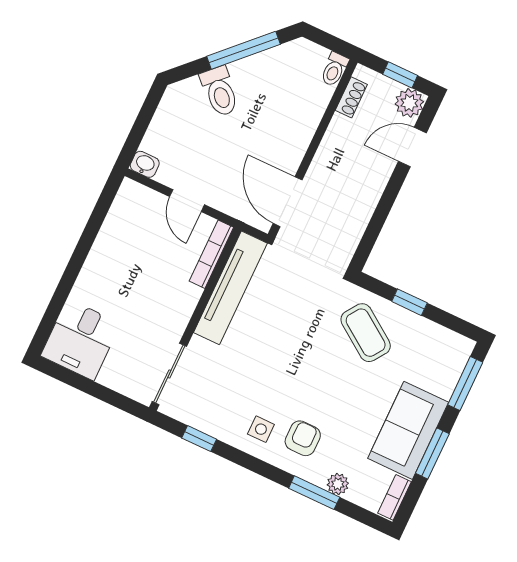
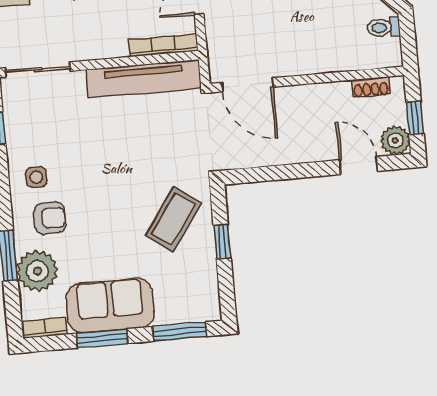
toilet: (334, 69) -> (384, 27), moved
door: (288, 202) -> (248, 85), swing flipped
plant: (338, 484) -> (37, 271), width x1.87, depth x1.87

